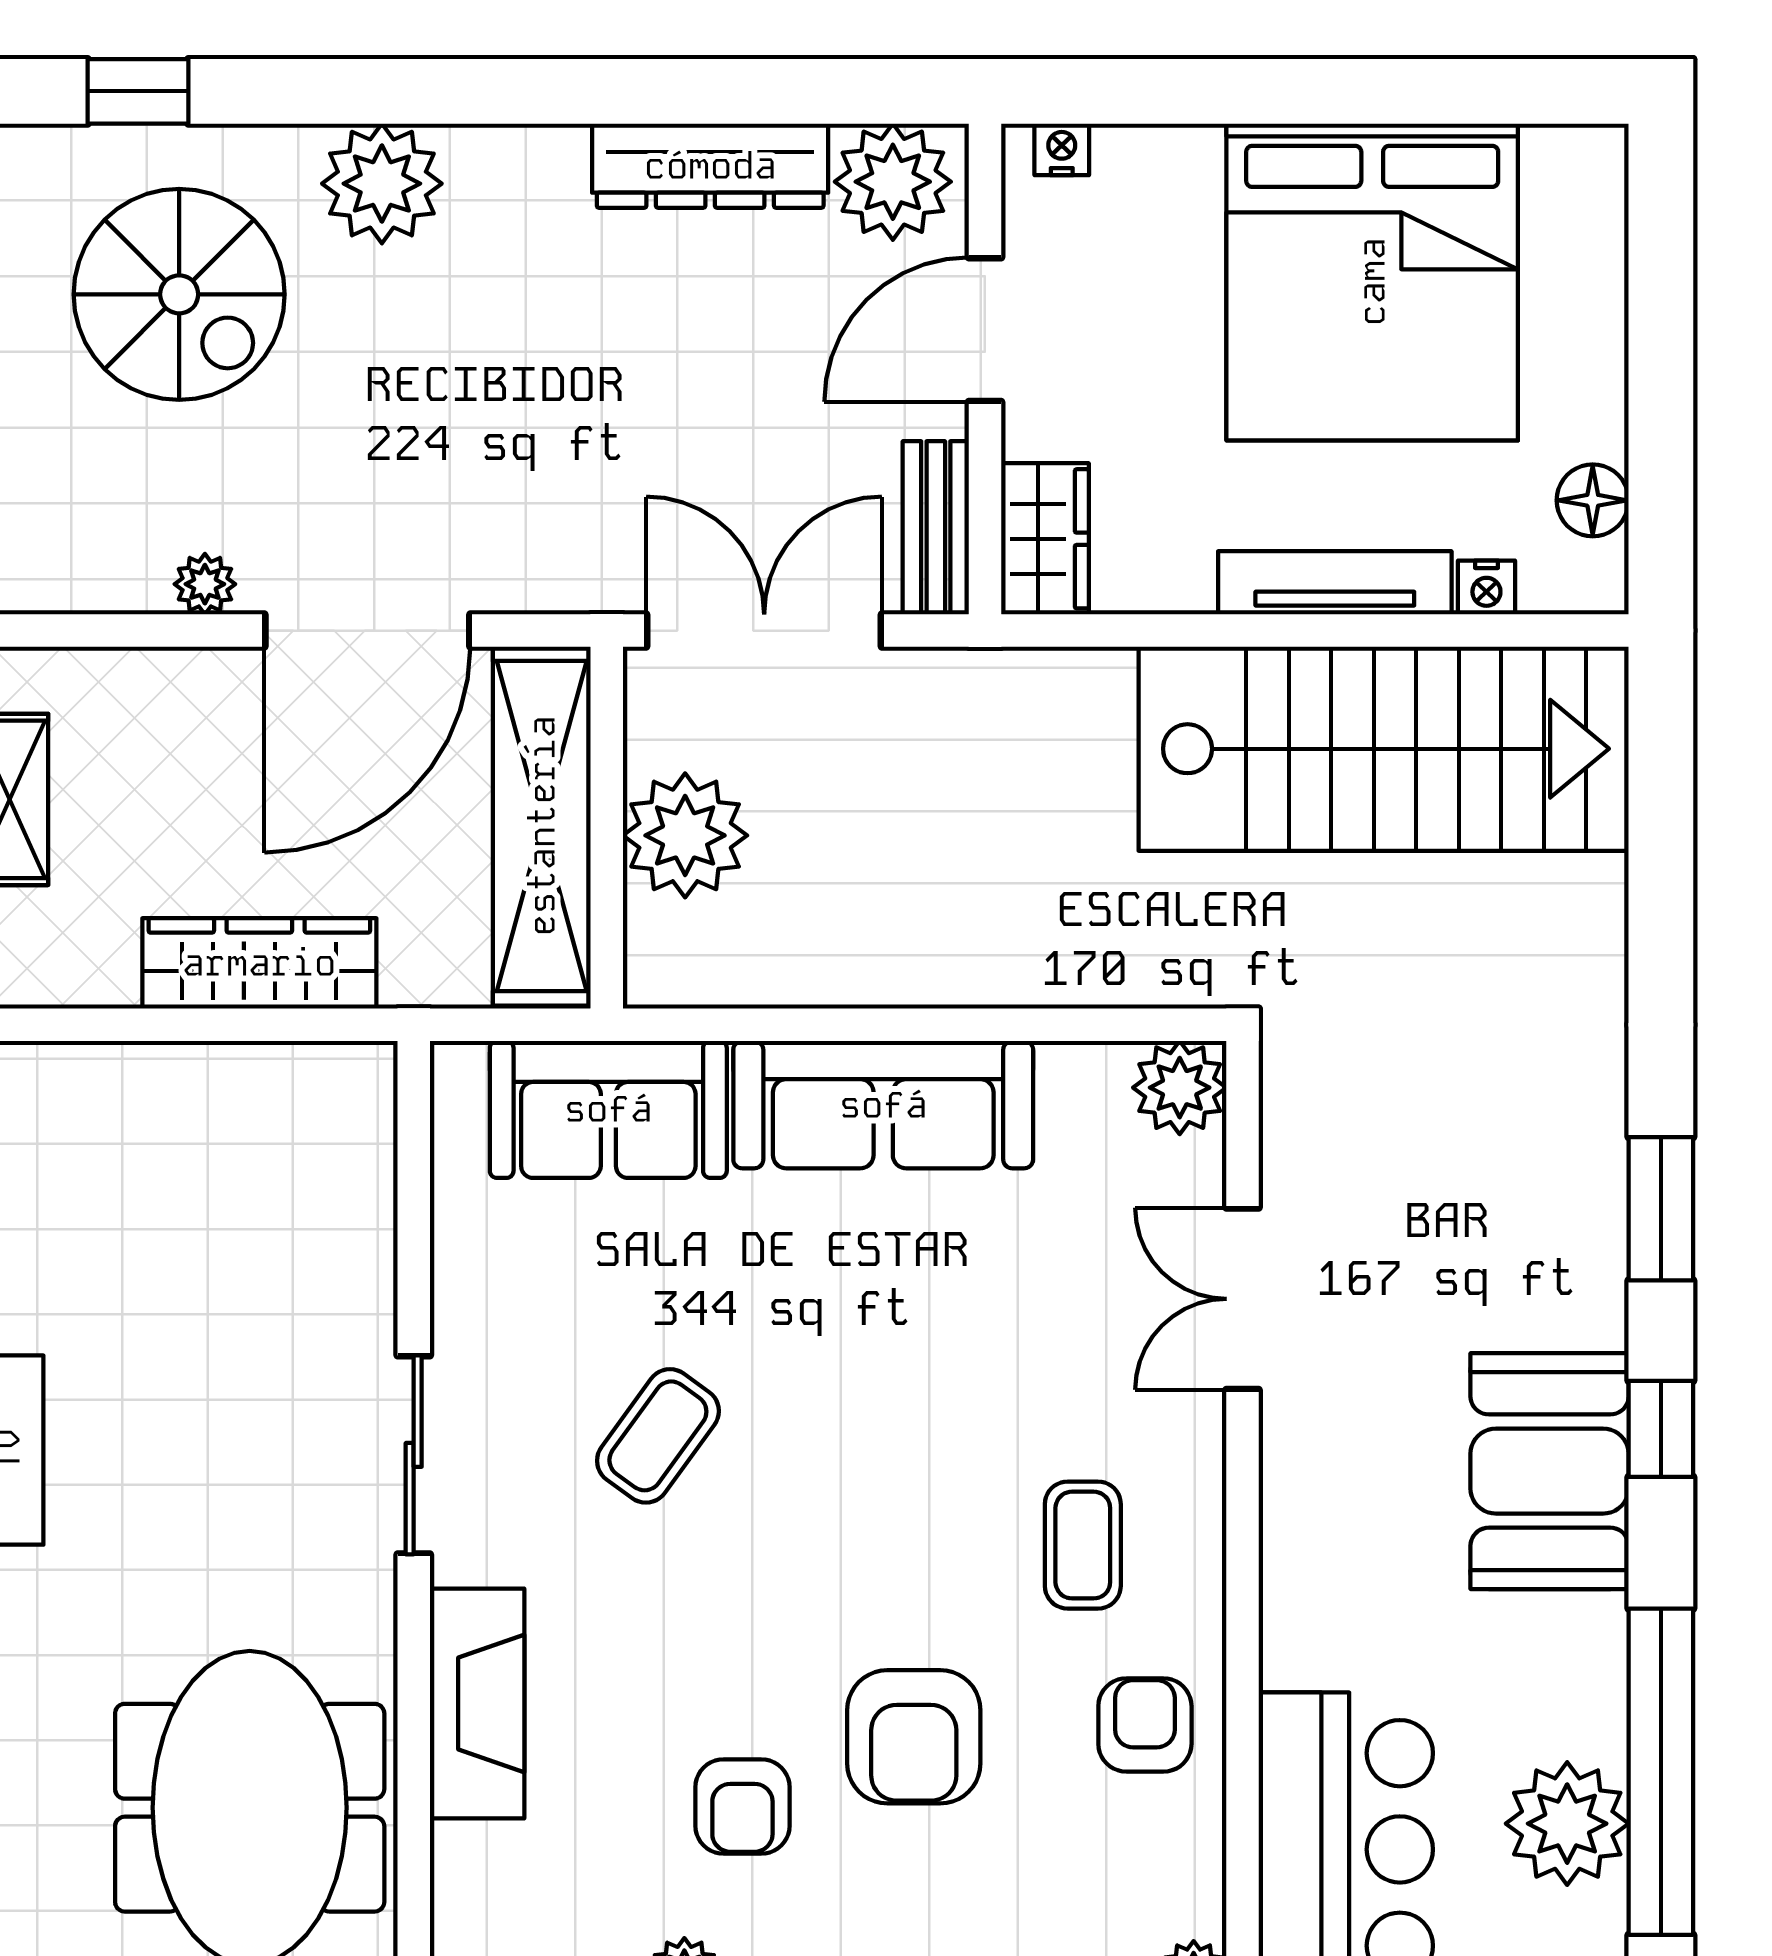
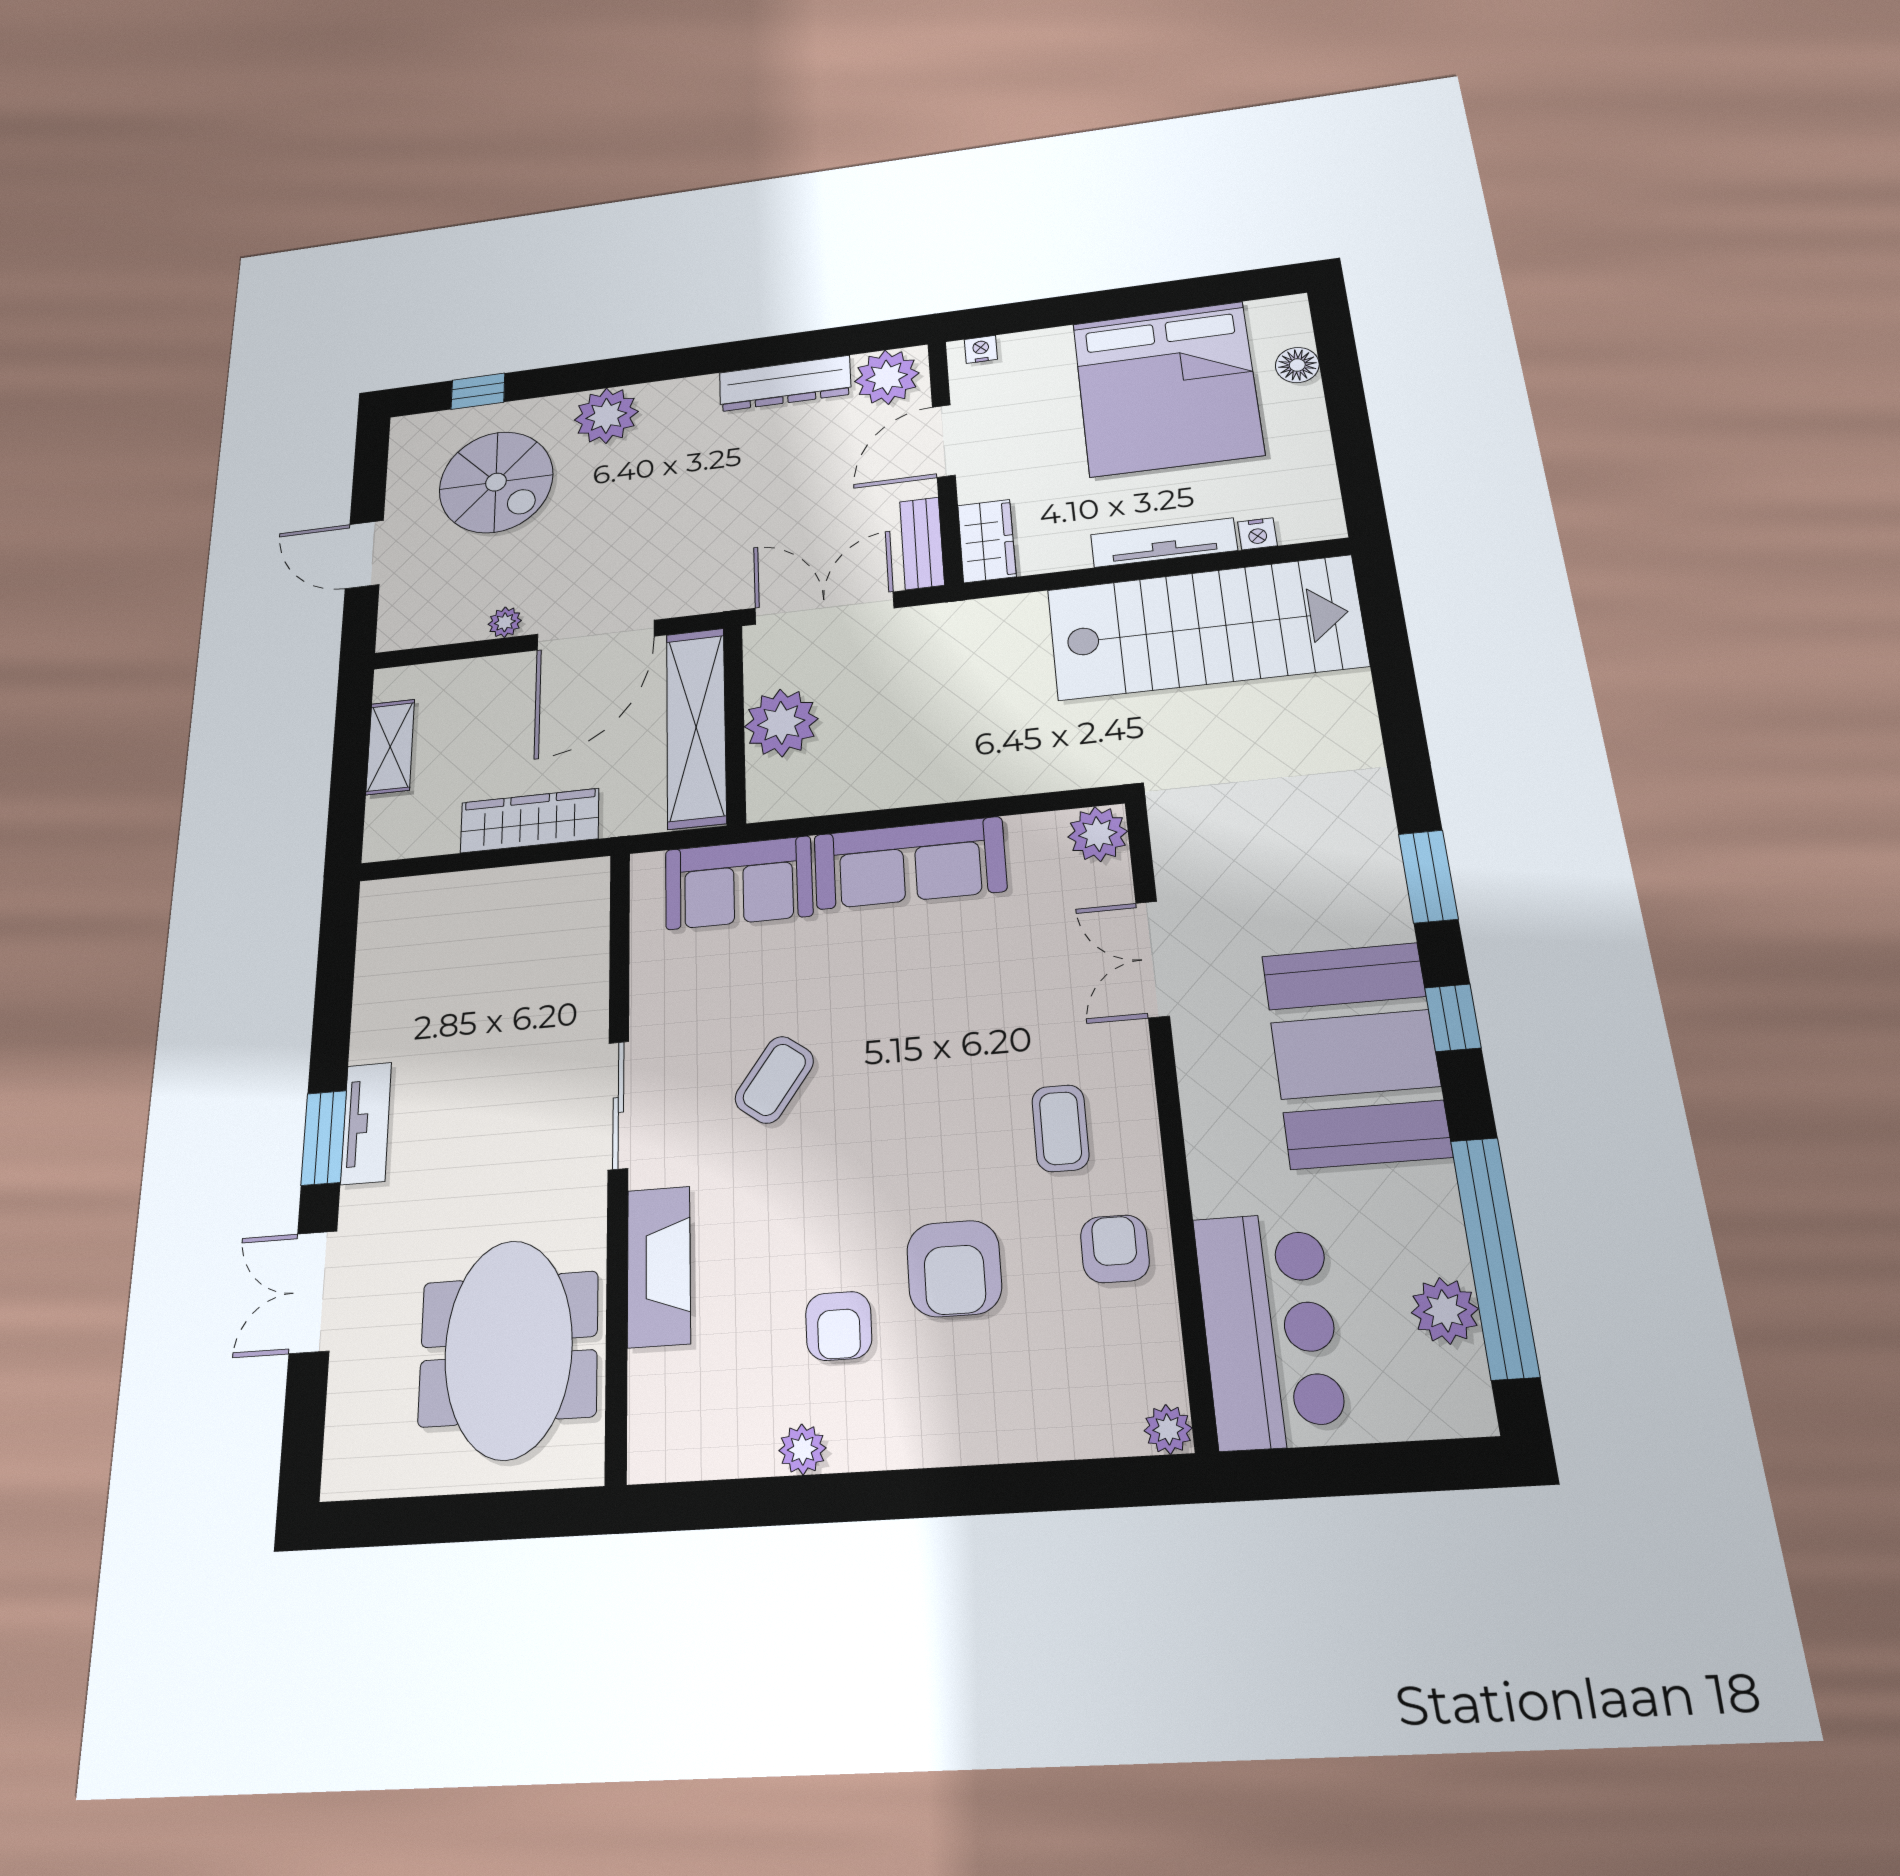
floor lamp: (1593, 500) -> (1297, 365), moved
booth: (1550, 1471) -> (1355, 1054), width x1.36, depth x1.42
plant: (1567, 1824) -> (1445, 1311), width x0.73, depth x0.73

